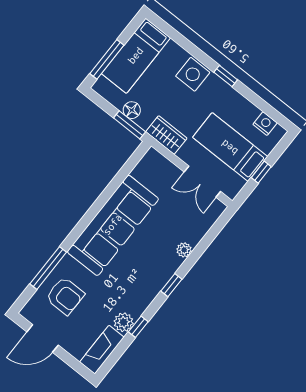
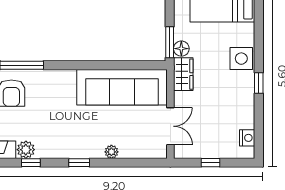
floor lamp: (132, 110) -> (181, 49), moved
bed: (230, 147) -> (211, 126), removed
double door: (202, 182) -> (170, 126), swing flipped
sofa: (113, 225) -> (122, 87), moved

